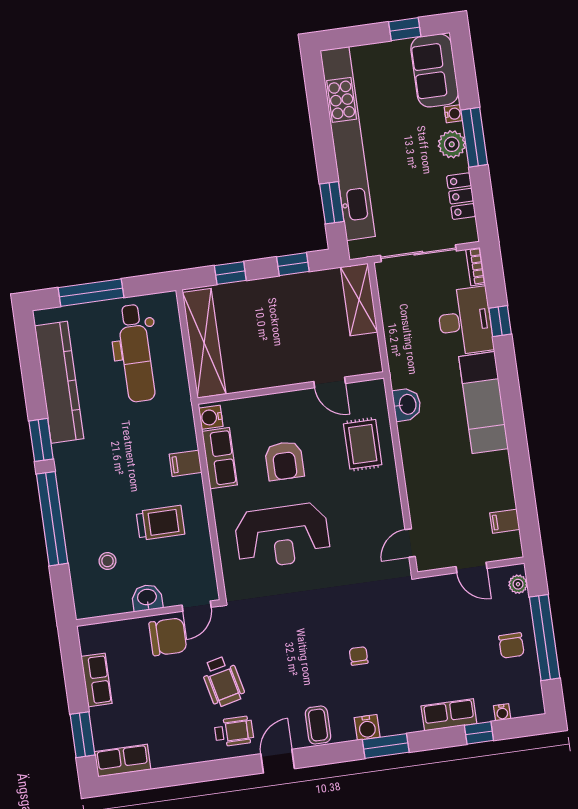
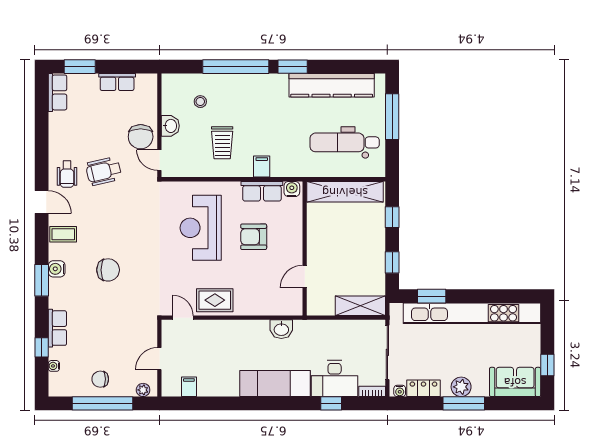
water cooler: (453, 114) -> (400, 391), moved
rug: (363, 444) -> (215, 300), moved
chair: (359, 656) -> (108, 270), width x1.87, depth x1.87

